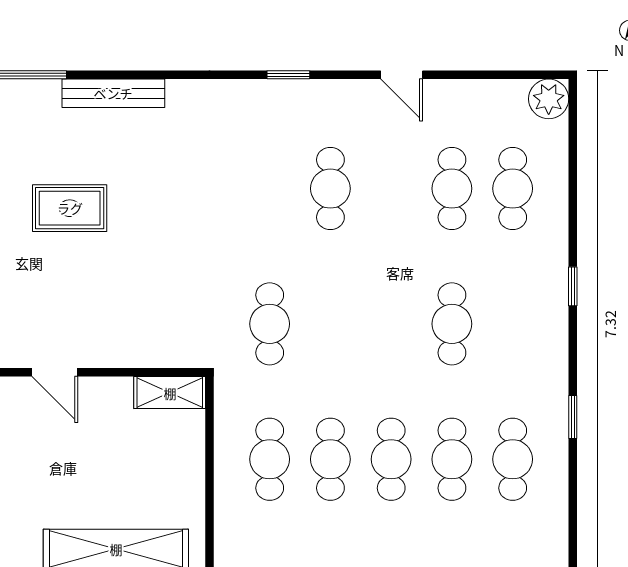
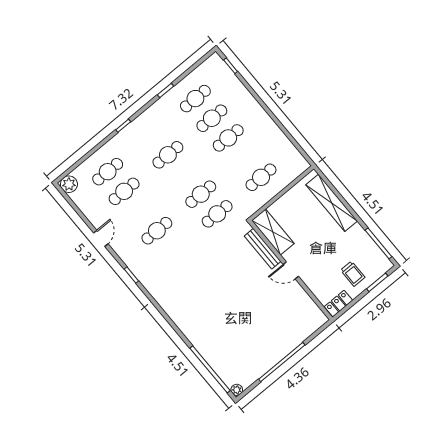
bench: (113, 93) -> (263, 249), moved
rug: (70, 208) -> (234, 310), removed
door: (55, 372) -> (291, 270), swing flipped
shelving: (170, 393) -> (273, 232), width x1.50, depth x1.33
cafe table: (330, 459) -> (201, 194), moved

